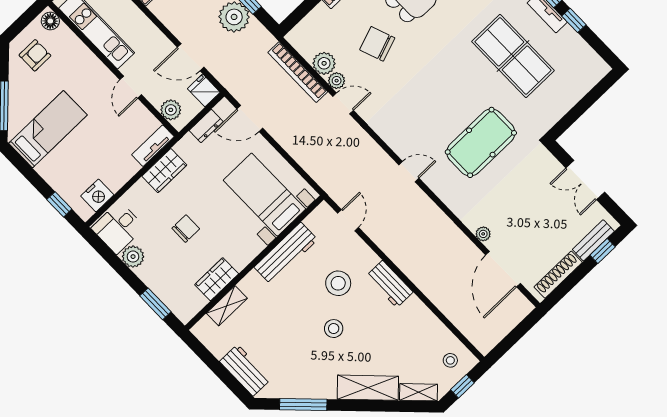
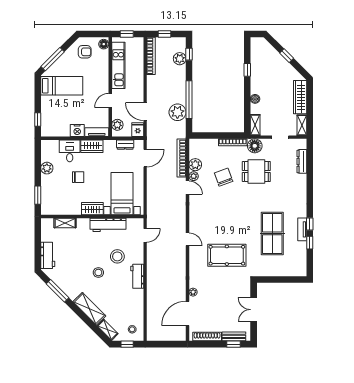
door: (250, 119) -> (145, 158), swing flipped
nightstand: (97, 195) -> (77, 130), moved
desk: (118, 228) -> (70, 151), moved, turned 90
wardrobe: (217, 279) -> (92, 209), moved

